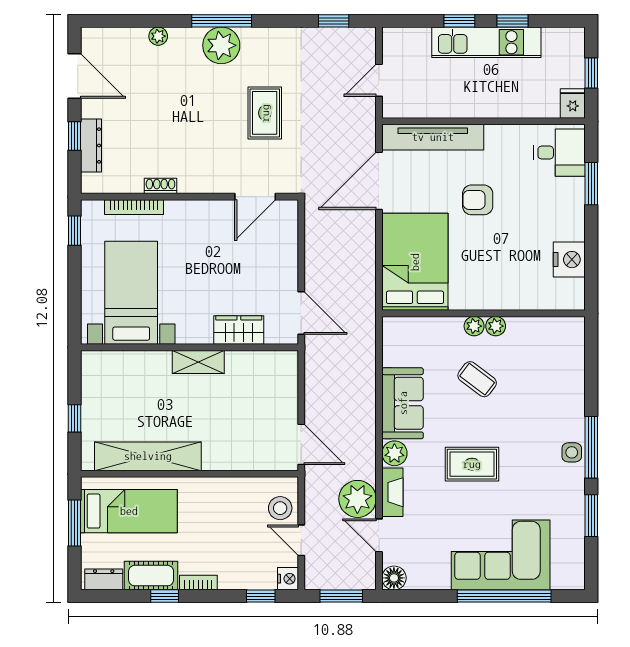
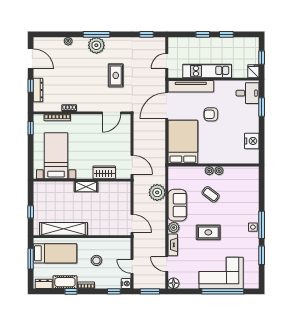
kitchen unit: (486, 42) -> (207, 71), moved, turned 180
plant: (357, 499) -> (157, 192), moved
stool: (280, 508) -> (96, 260), moved

